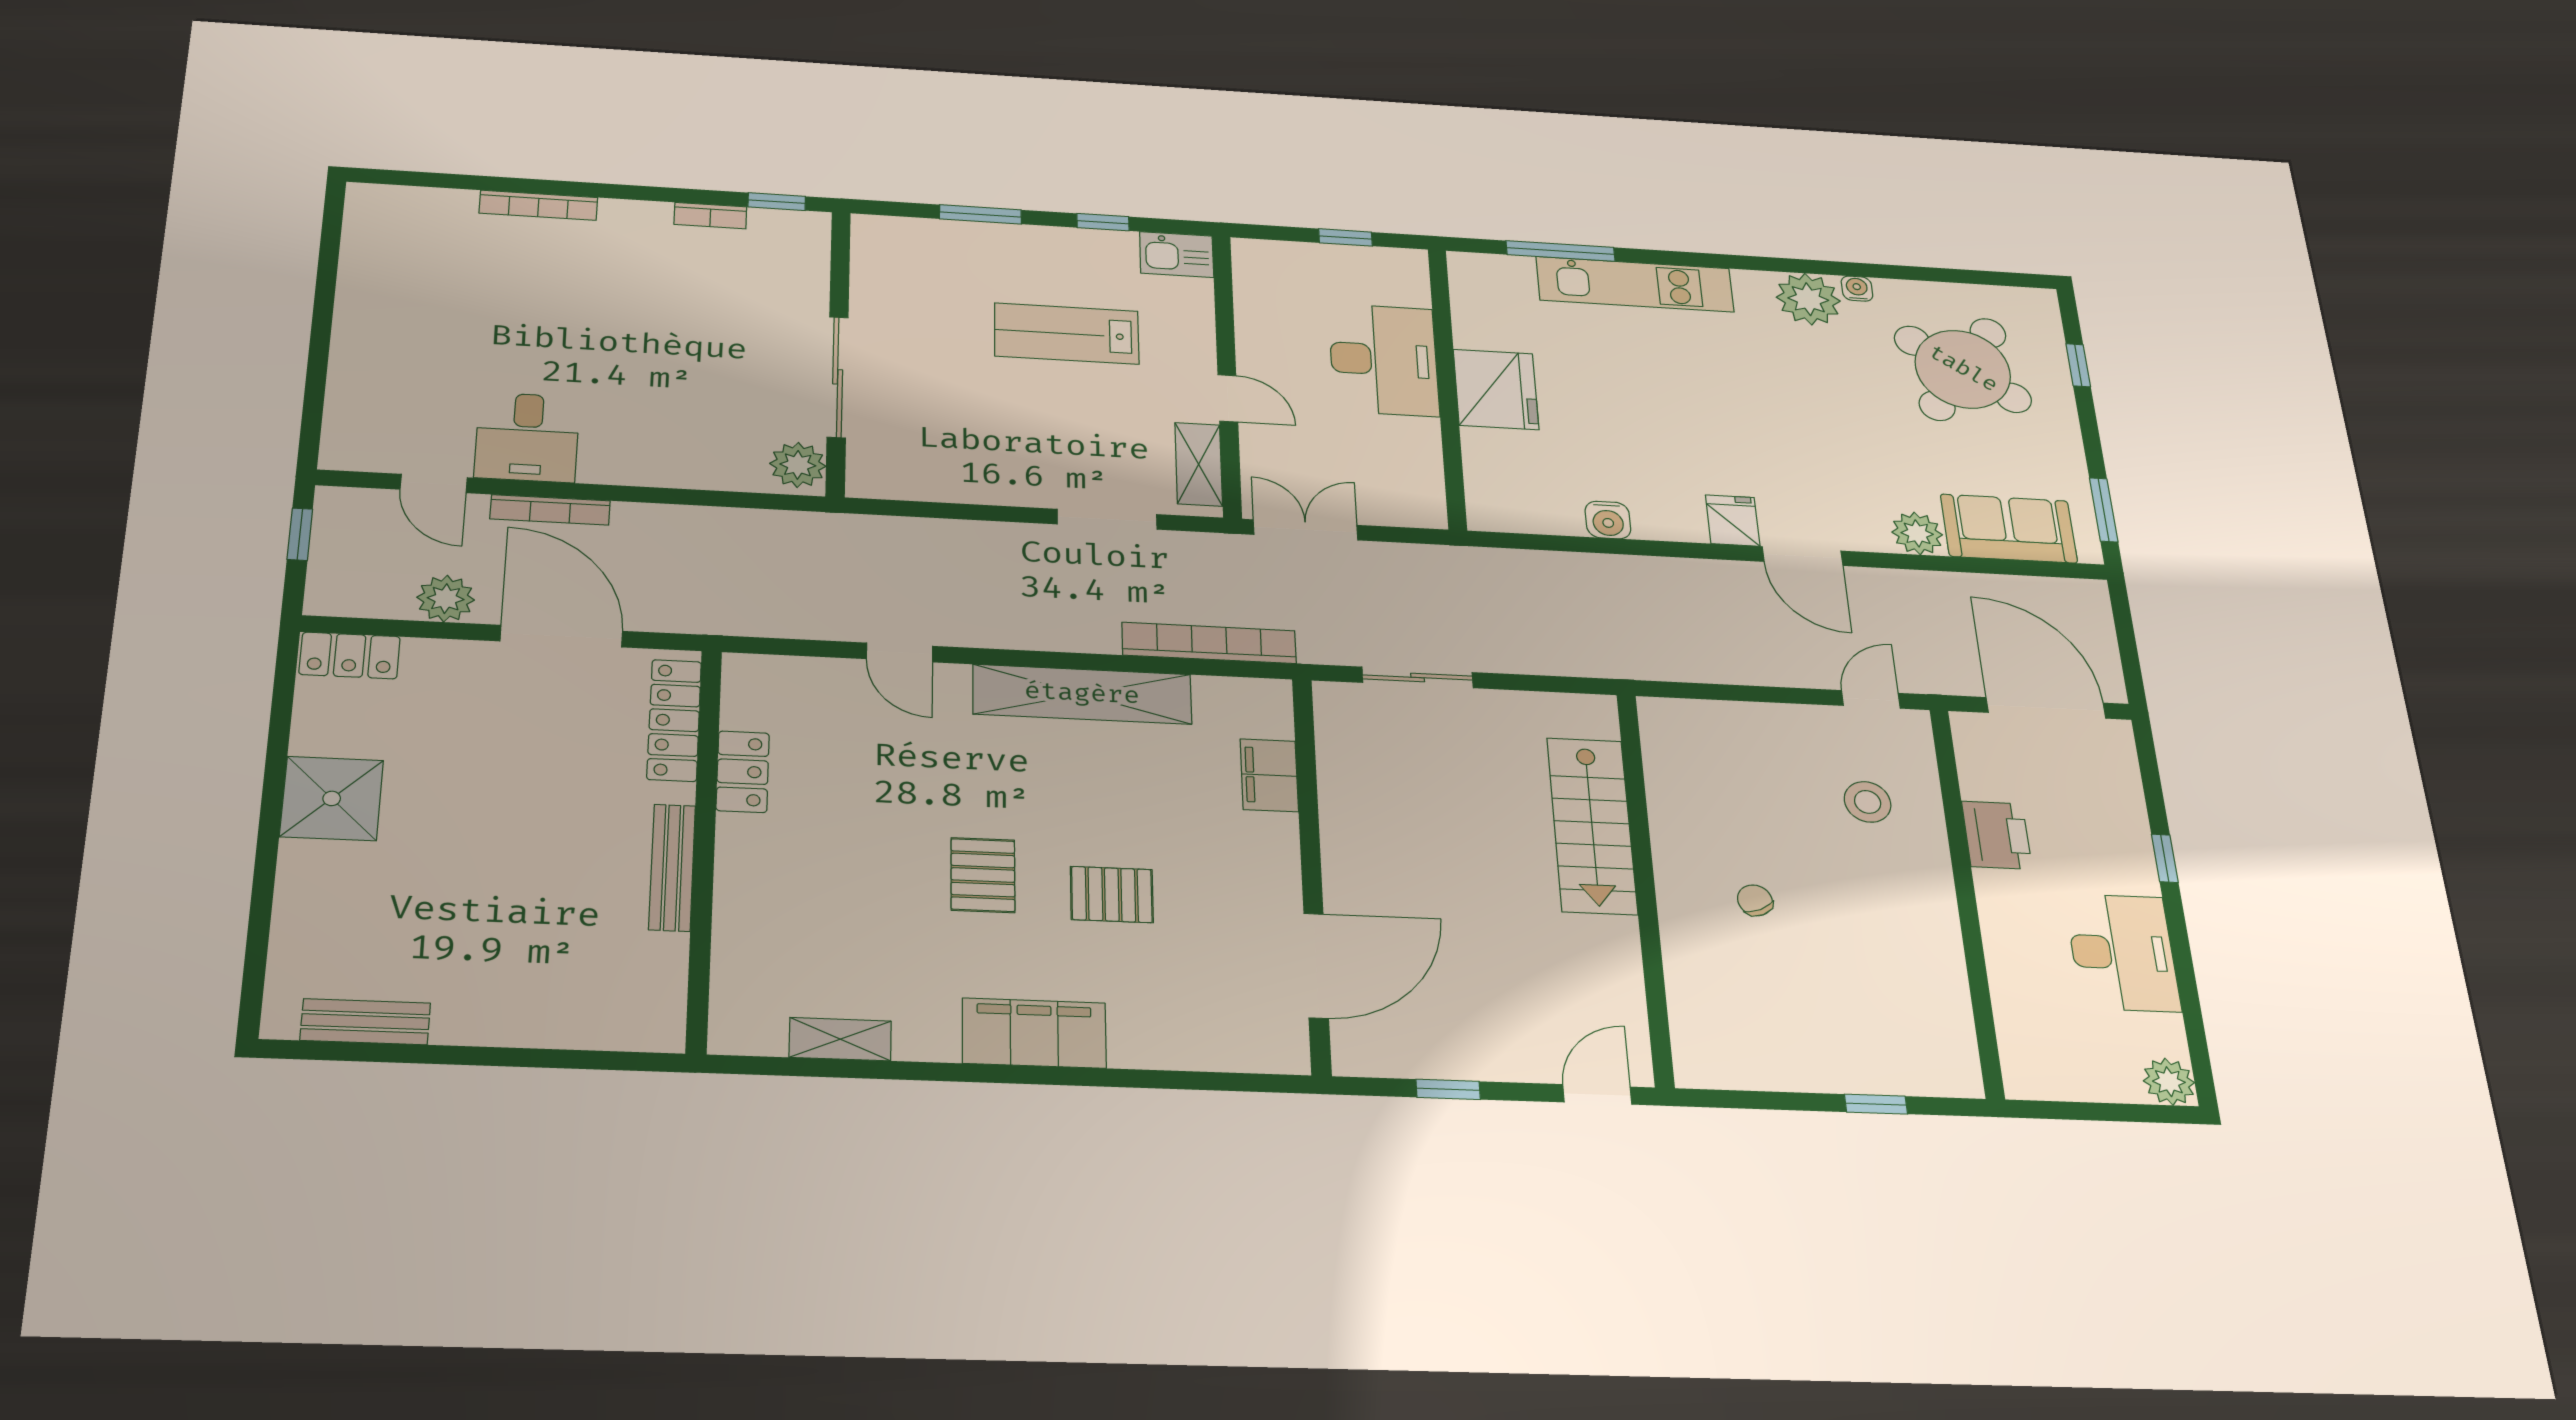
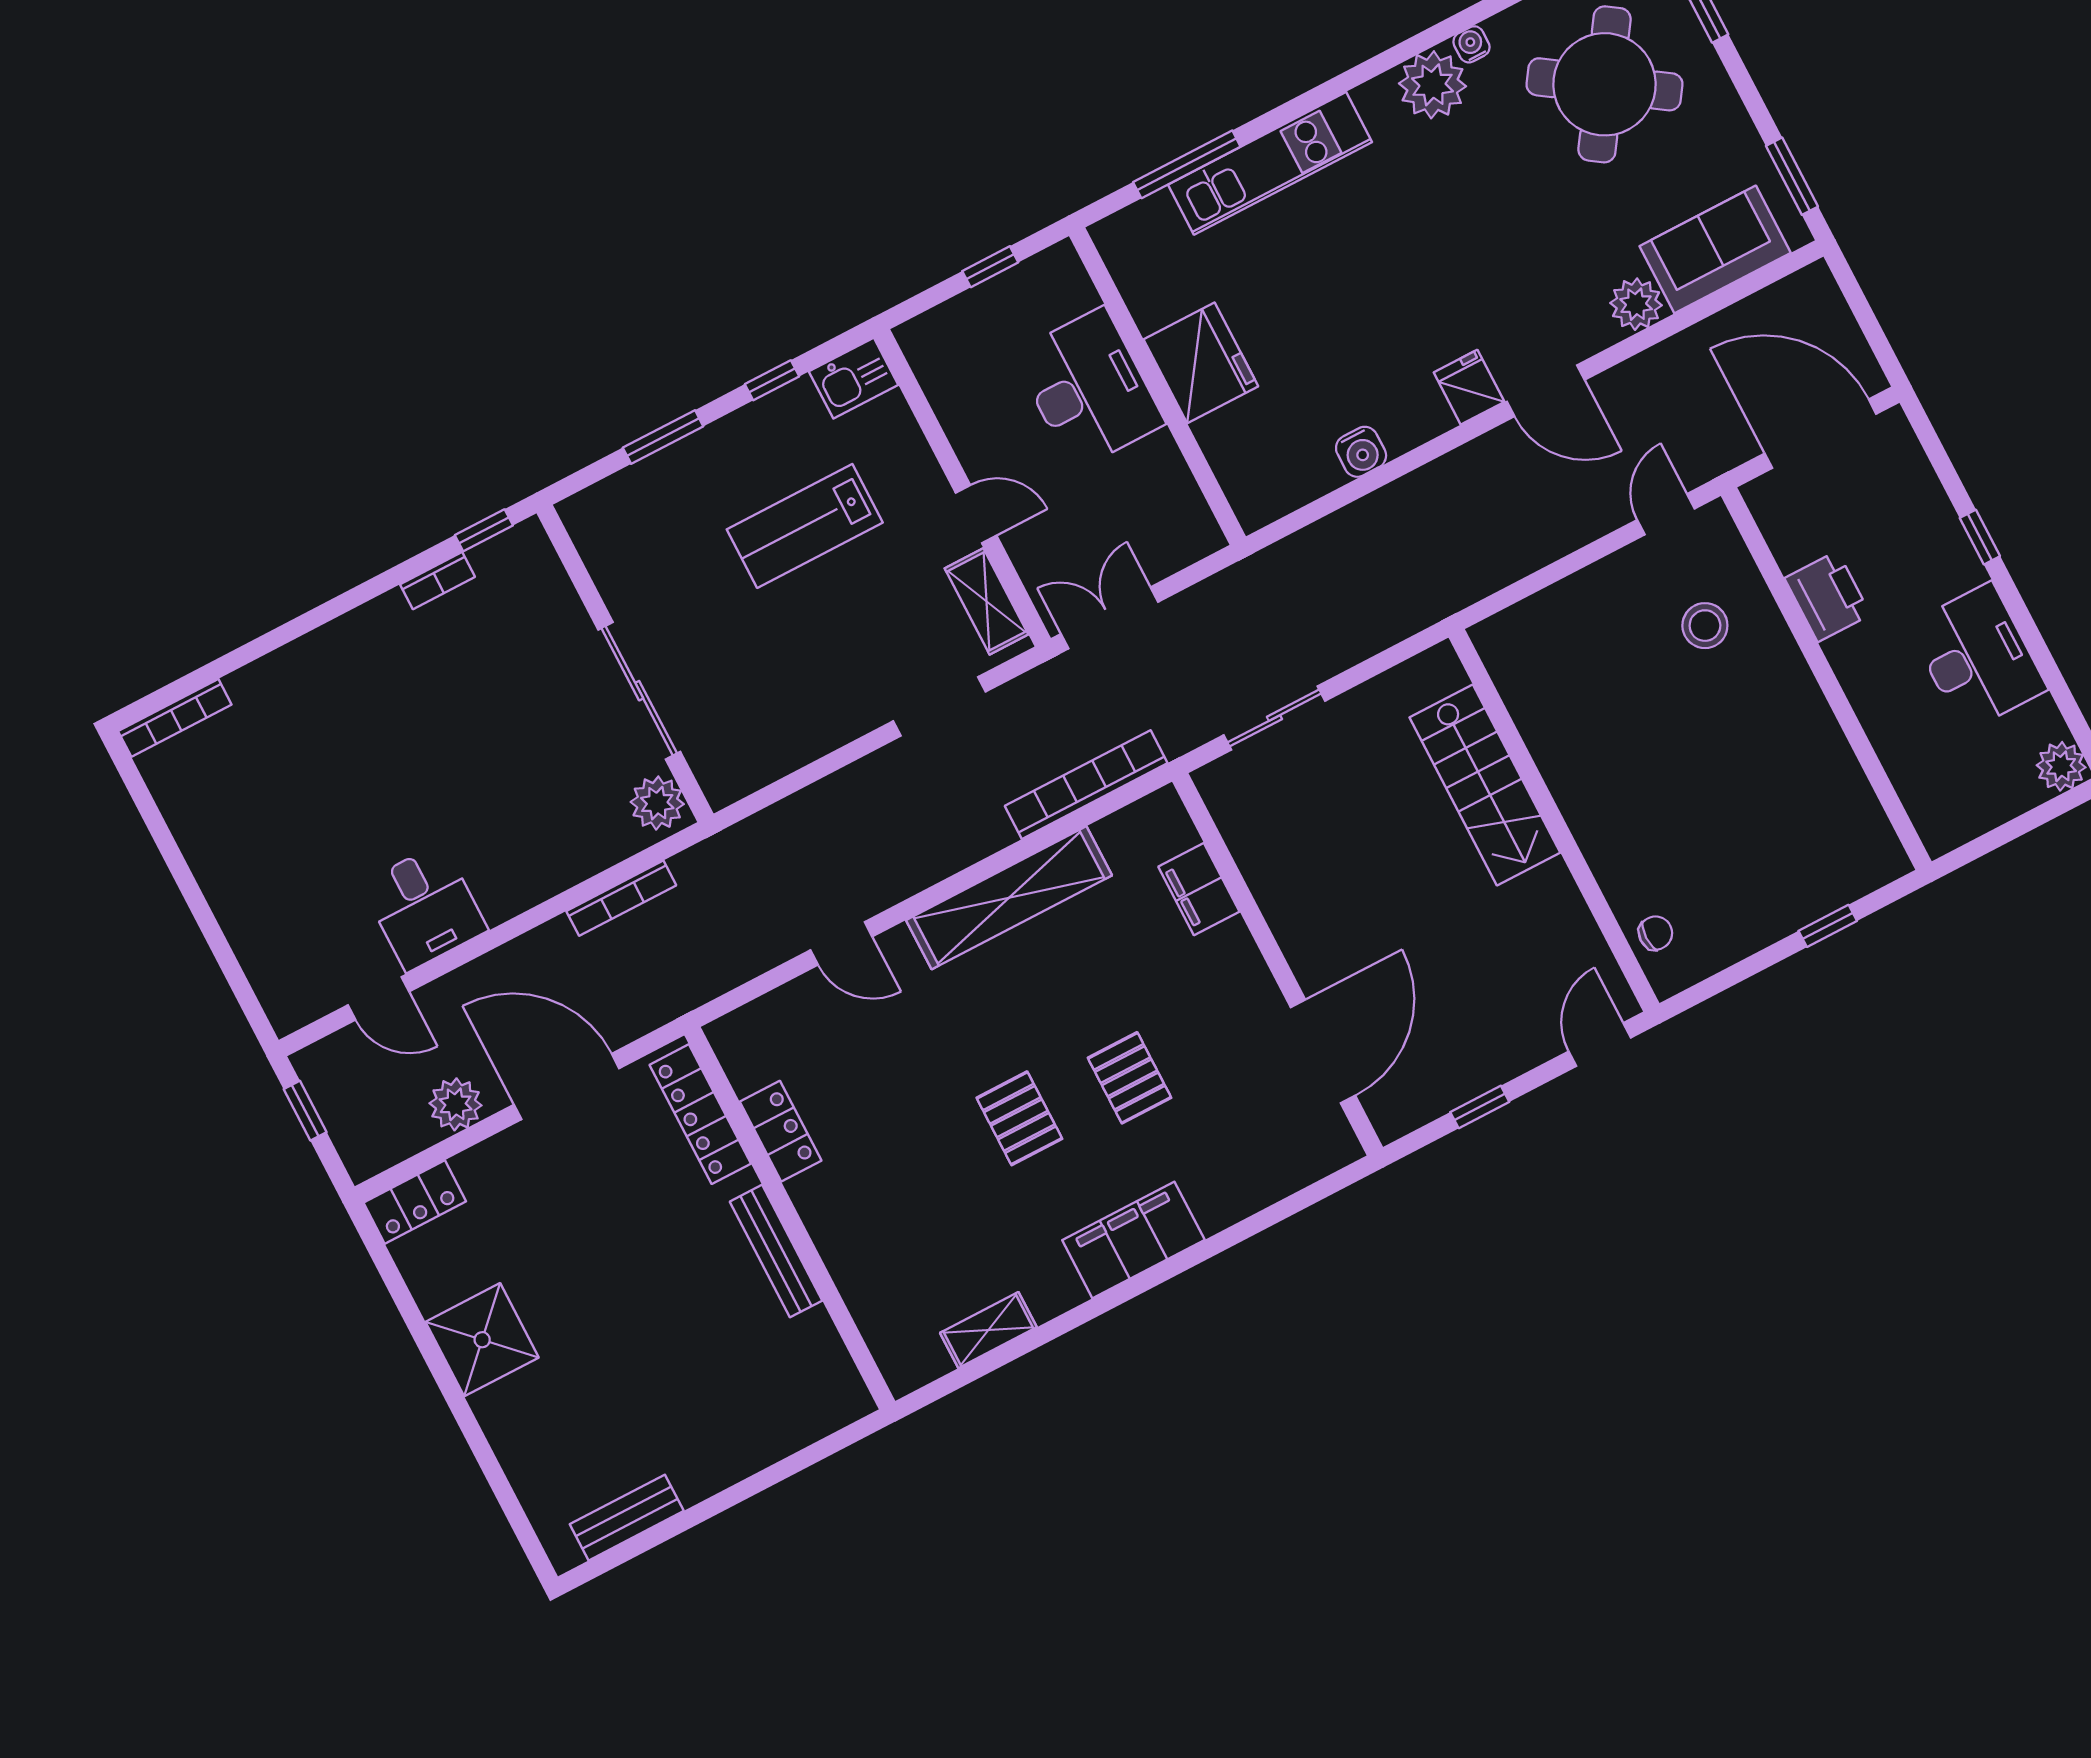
bookcase: (538, 205) -> (175, 718), moved
bookcase: (550, 510) -> (621, 898), moved
pallet: (1112, 895) -> (1130, 1078), turned 90
chair: (1755, 900) -> (1656, 933), moved, turned 114

